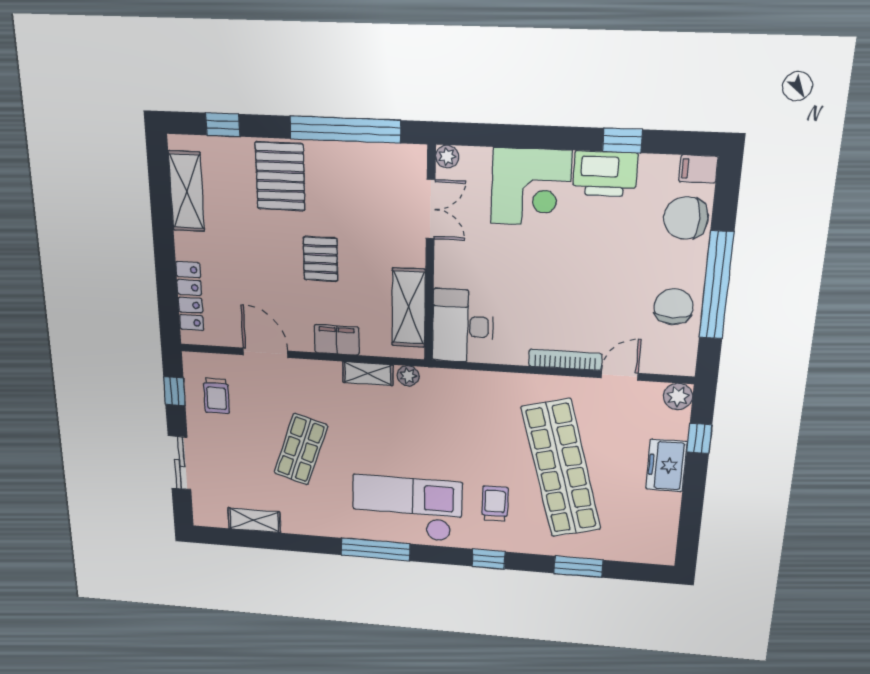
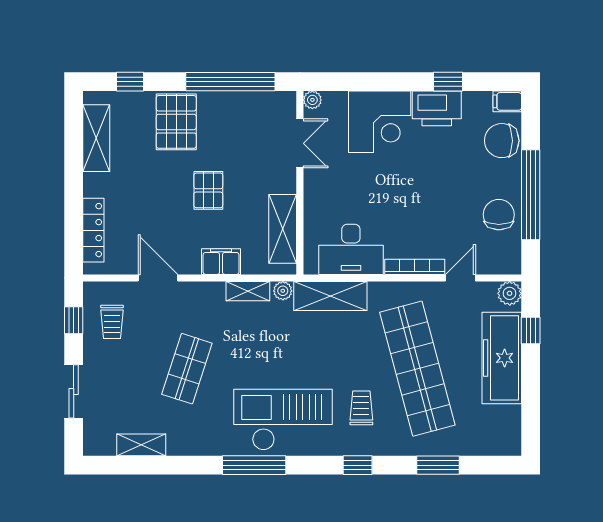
desk: (463, 326) -> (351, 249), moved, turned -90
shelving: (463, 385) -> (330, 296), added
freezer: (666, 465) -> (502, 358), width x1.91, depth x1.26

